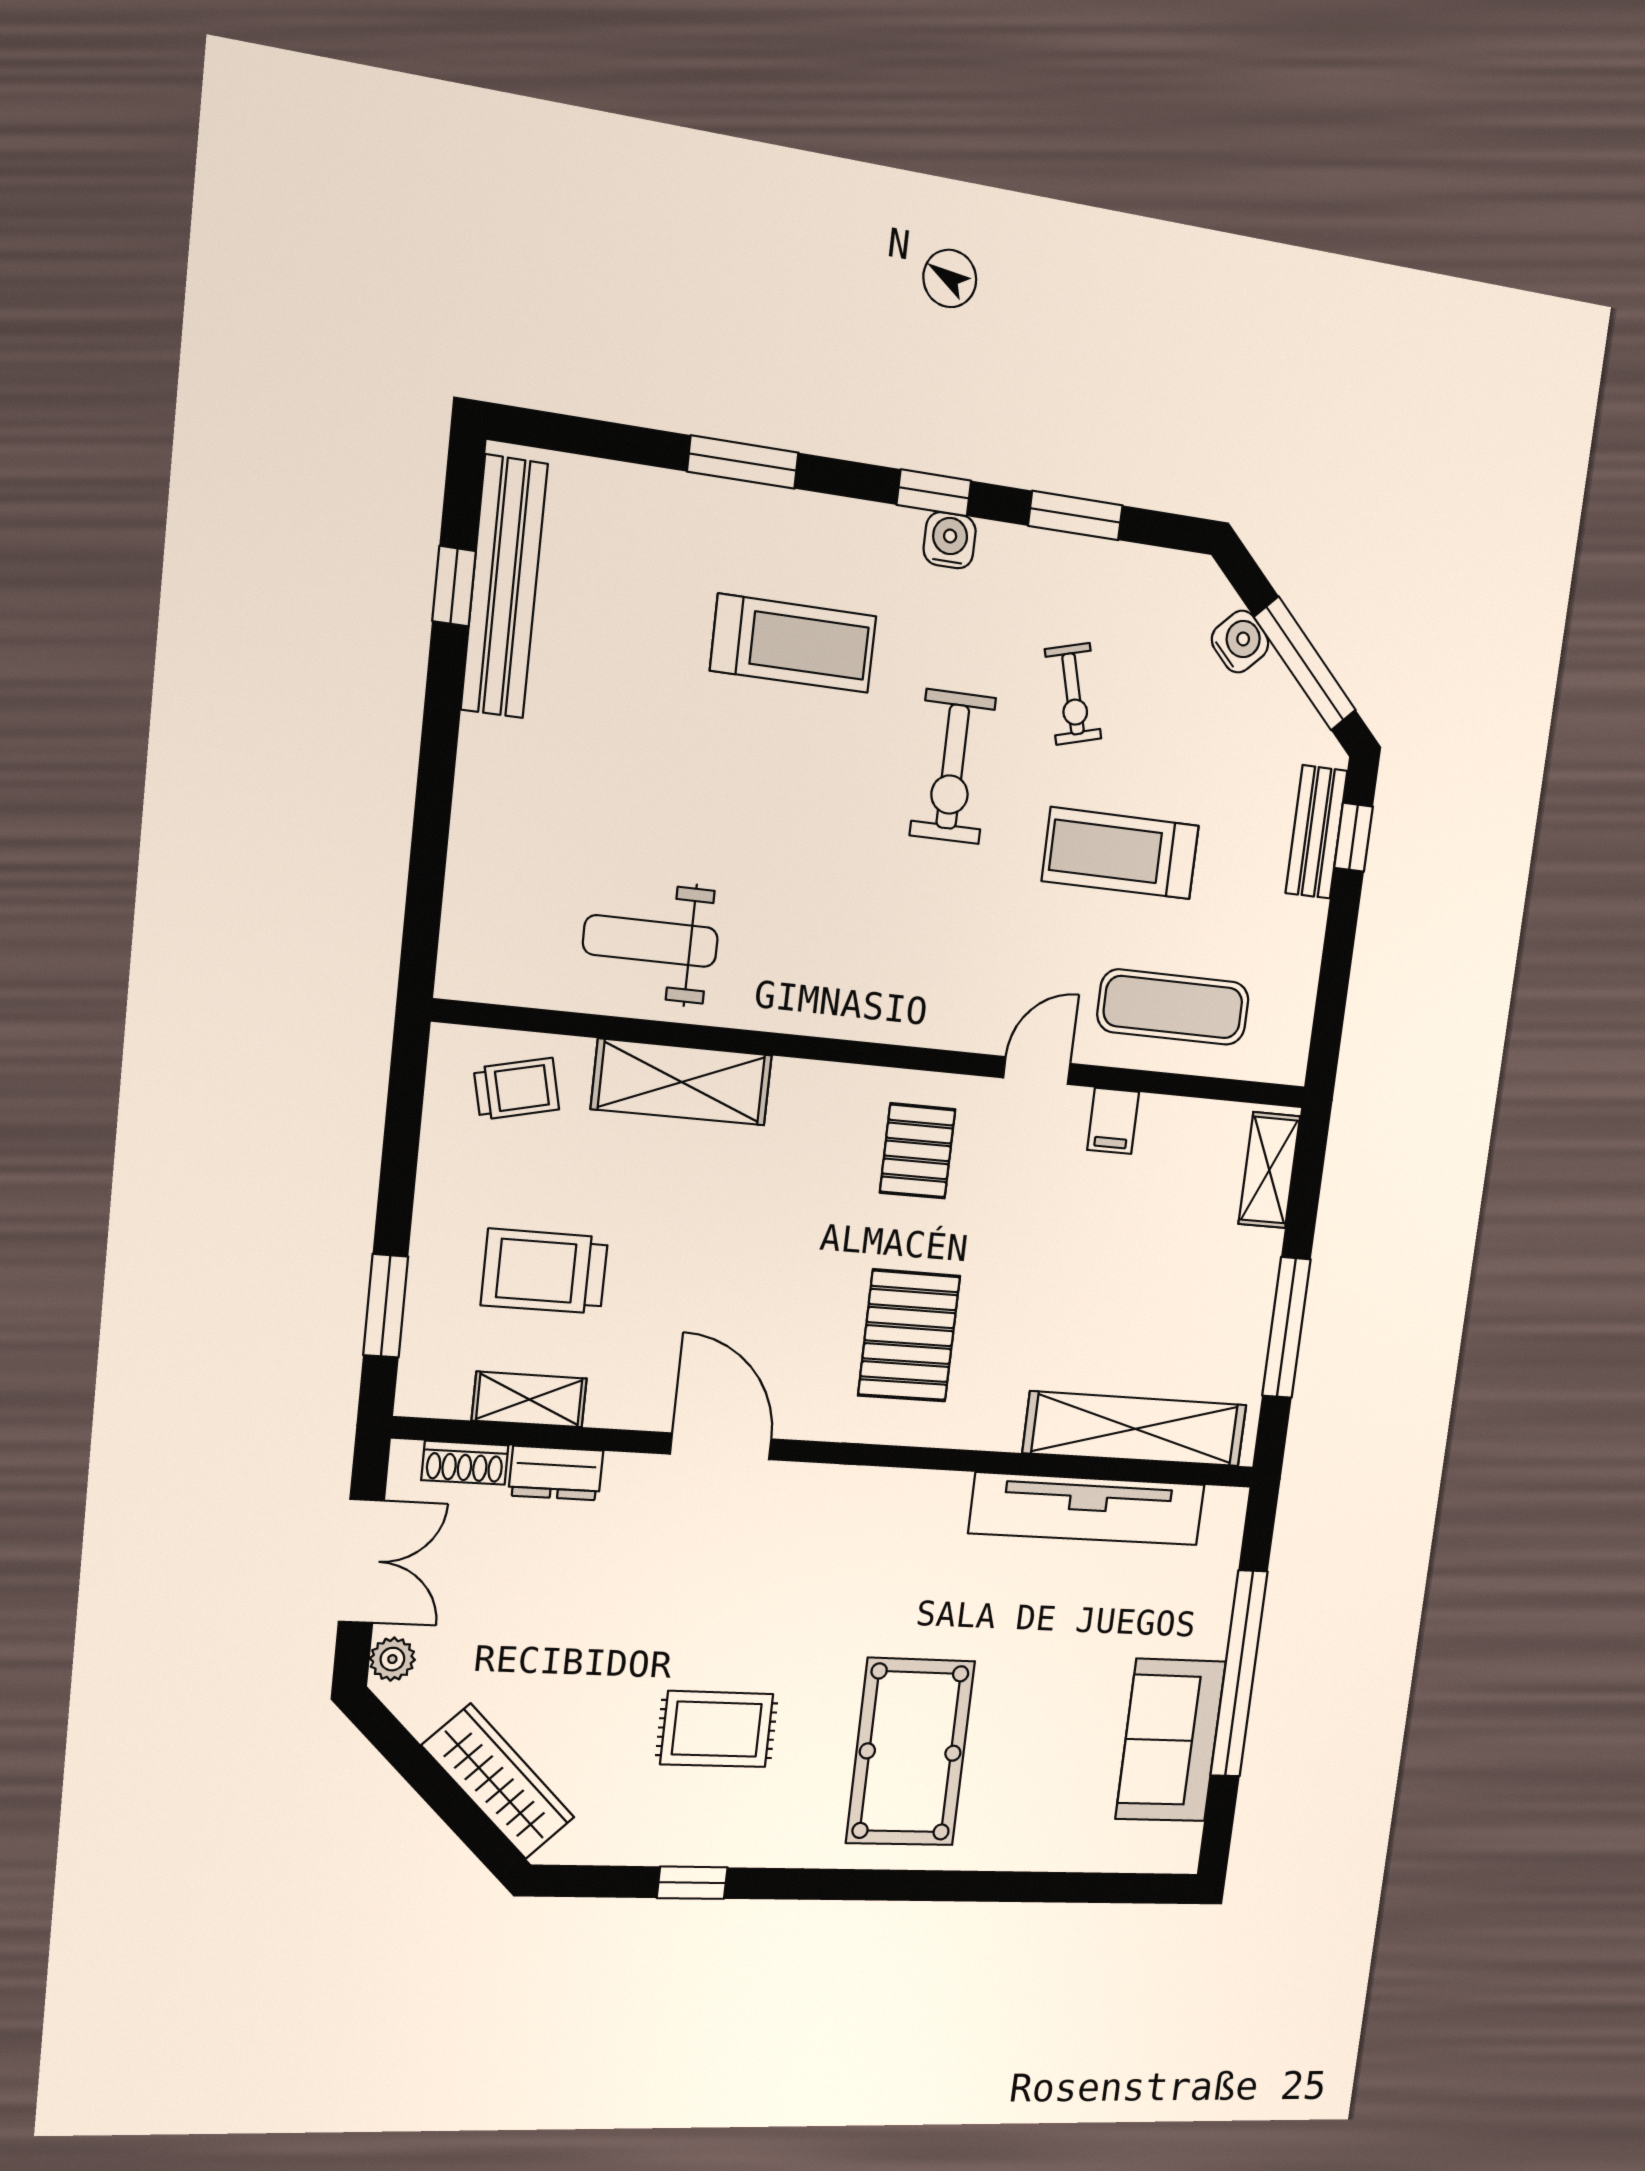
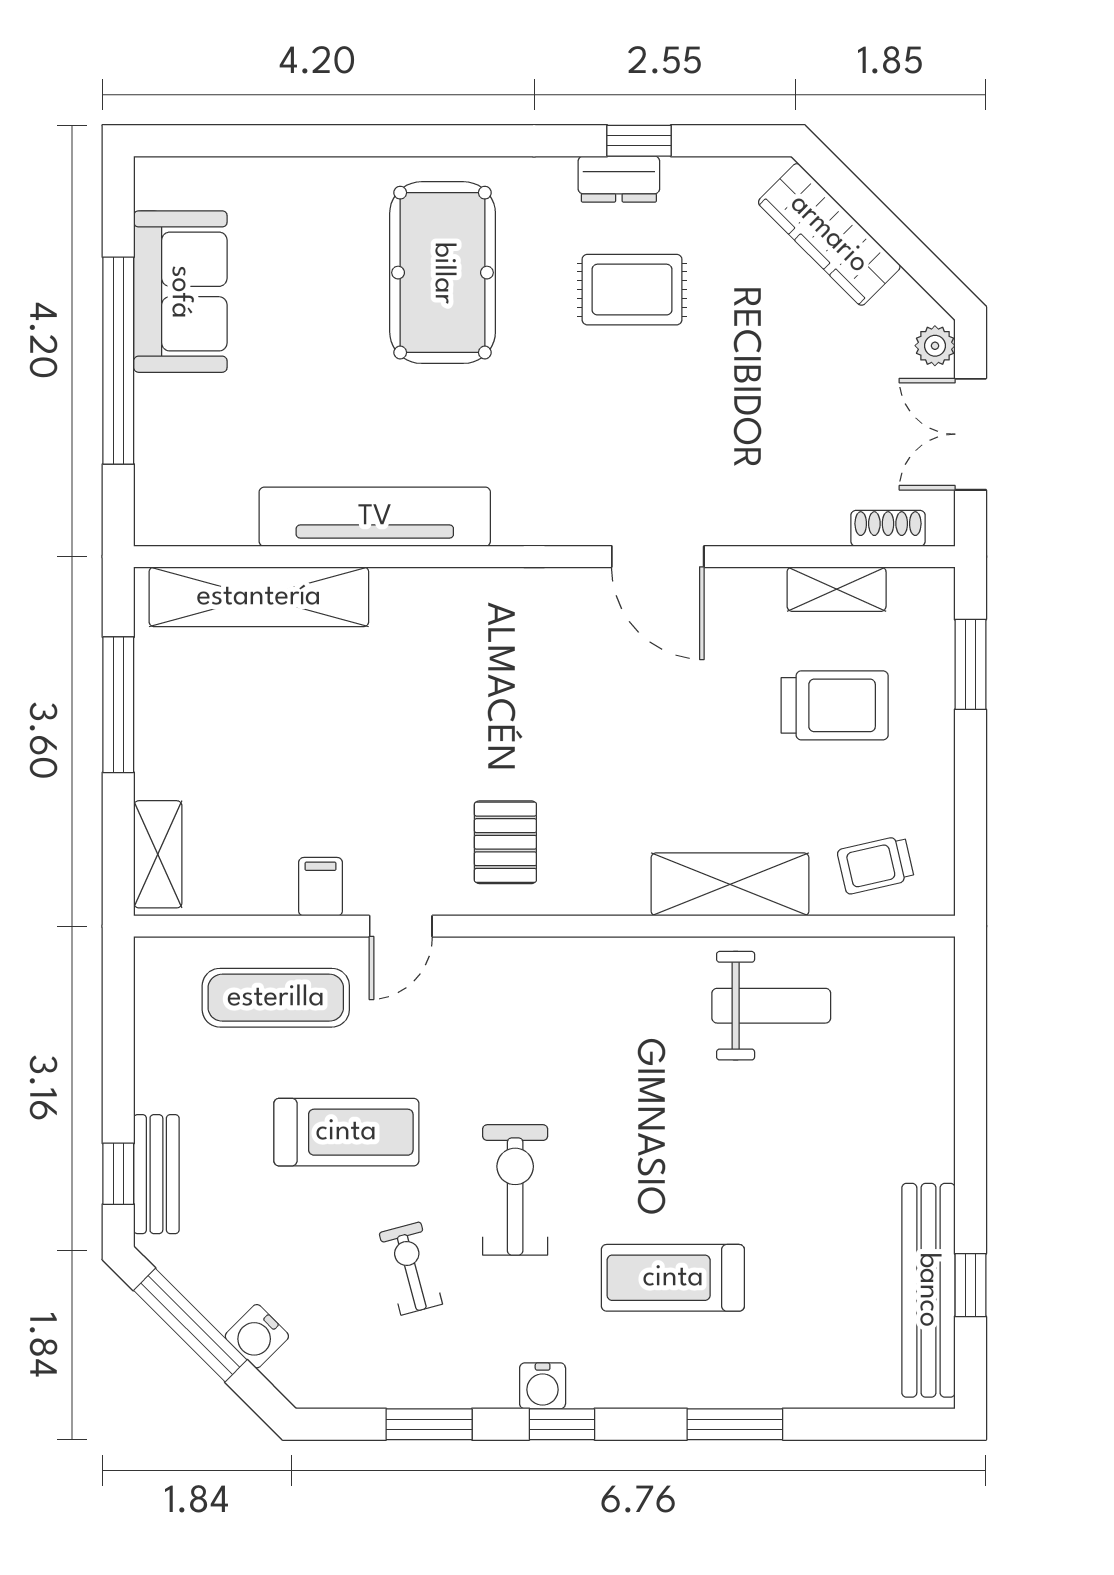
pallet: (909, 1336) -> (493, 671), removed
dresser: (556, 1473) -> (619, 179), moved, turned 180
tv unit: (1087, 1509) -> (375, 517), moved

